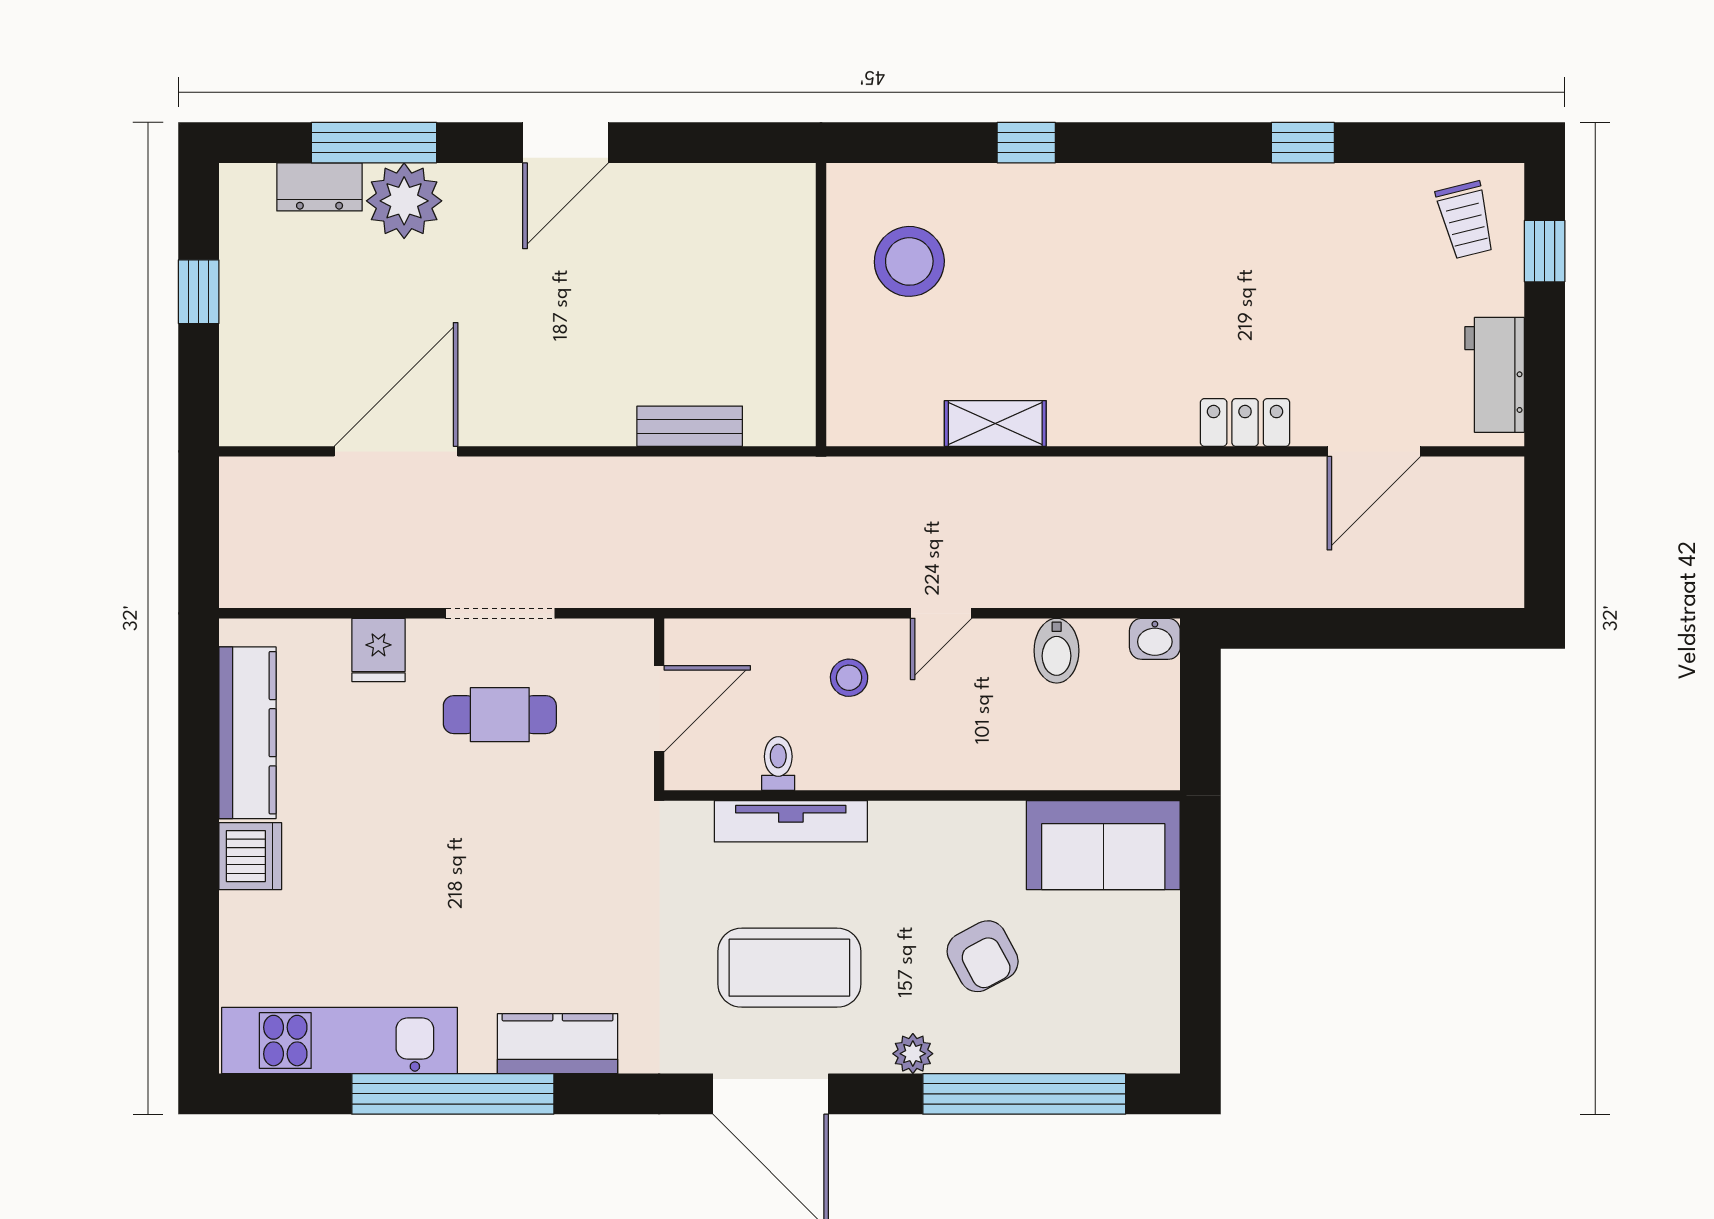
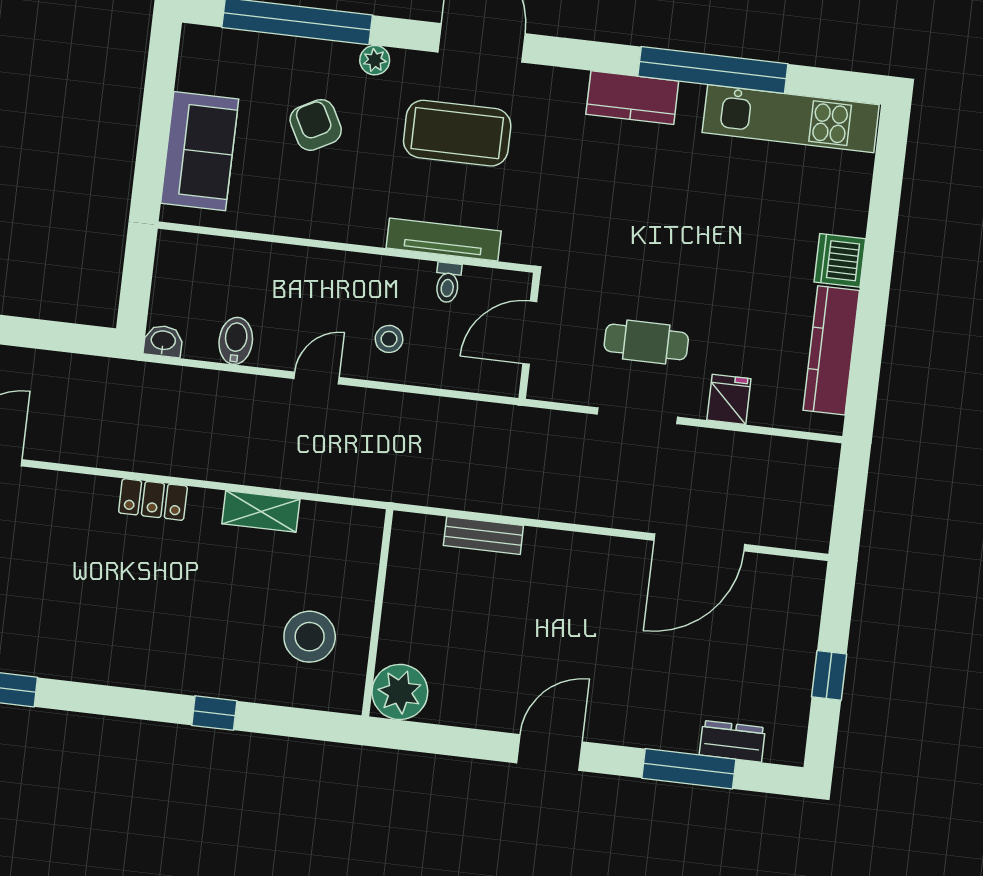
plant: (404, 201) -> (400, 692), moved
locker: (1245, 422) -> (153, 499), moved
sofa: (1103, 845) -> (200, 151), moved, turned 90

